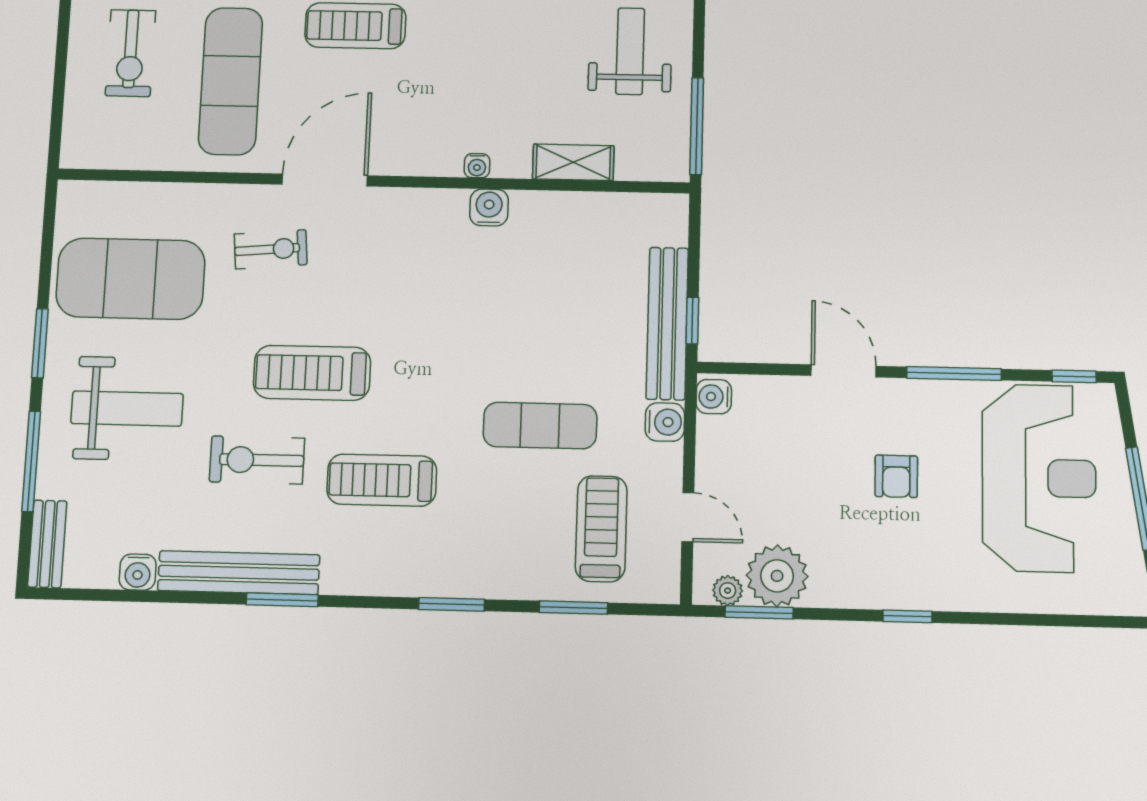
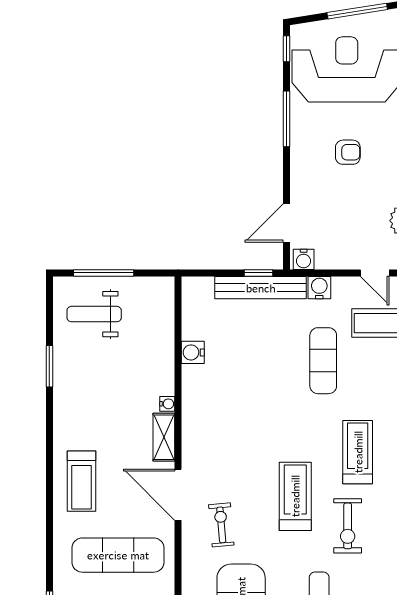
window: (697, 126) -> (104, 273), moved
shelving: (573, 162) -> (164, 437), moved
water cooler: (489, 207) -> (193, 352), moved
door: (844, 371) -> (286, 223), moved
treadmill: (312, 373) -> (295, 496), turned 180
treadmill: (382, 480) -> (358, 452), turned 180
door: (688, 517) -> (375, 273), swing flipped

